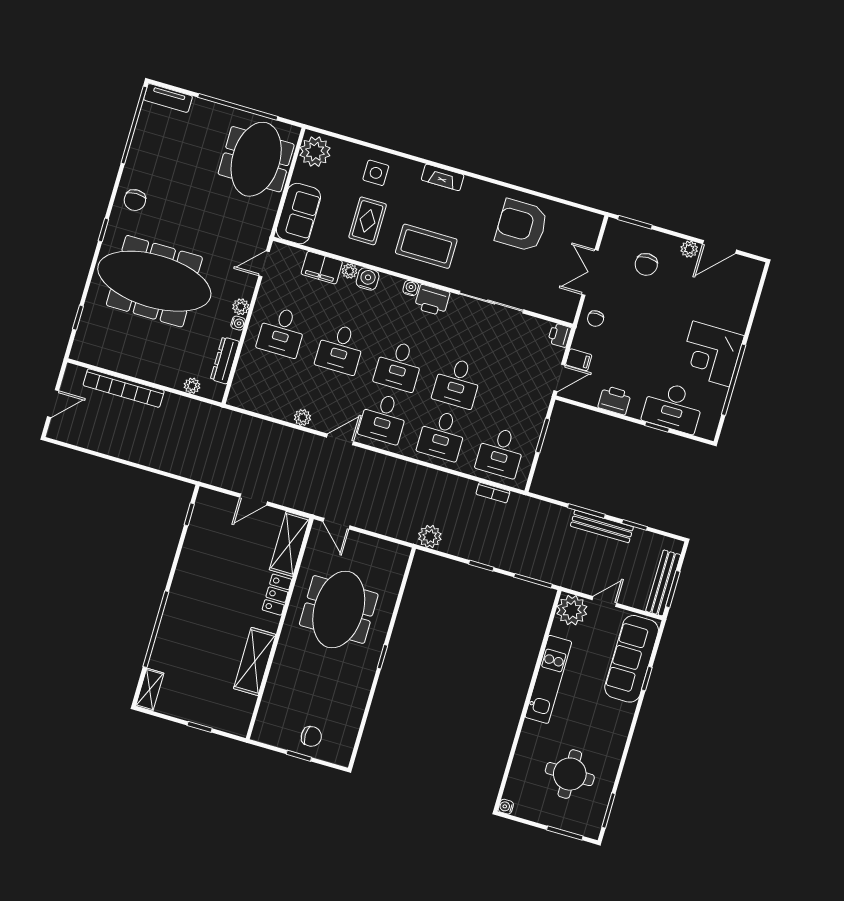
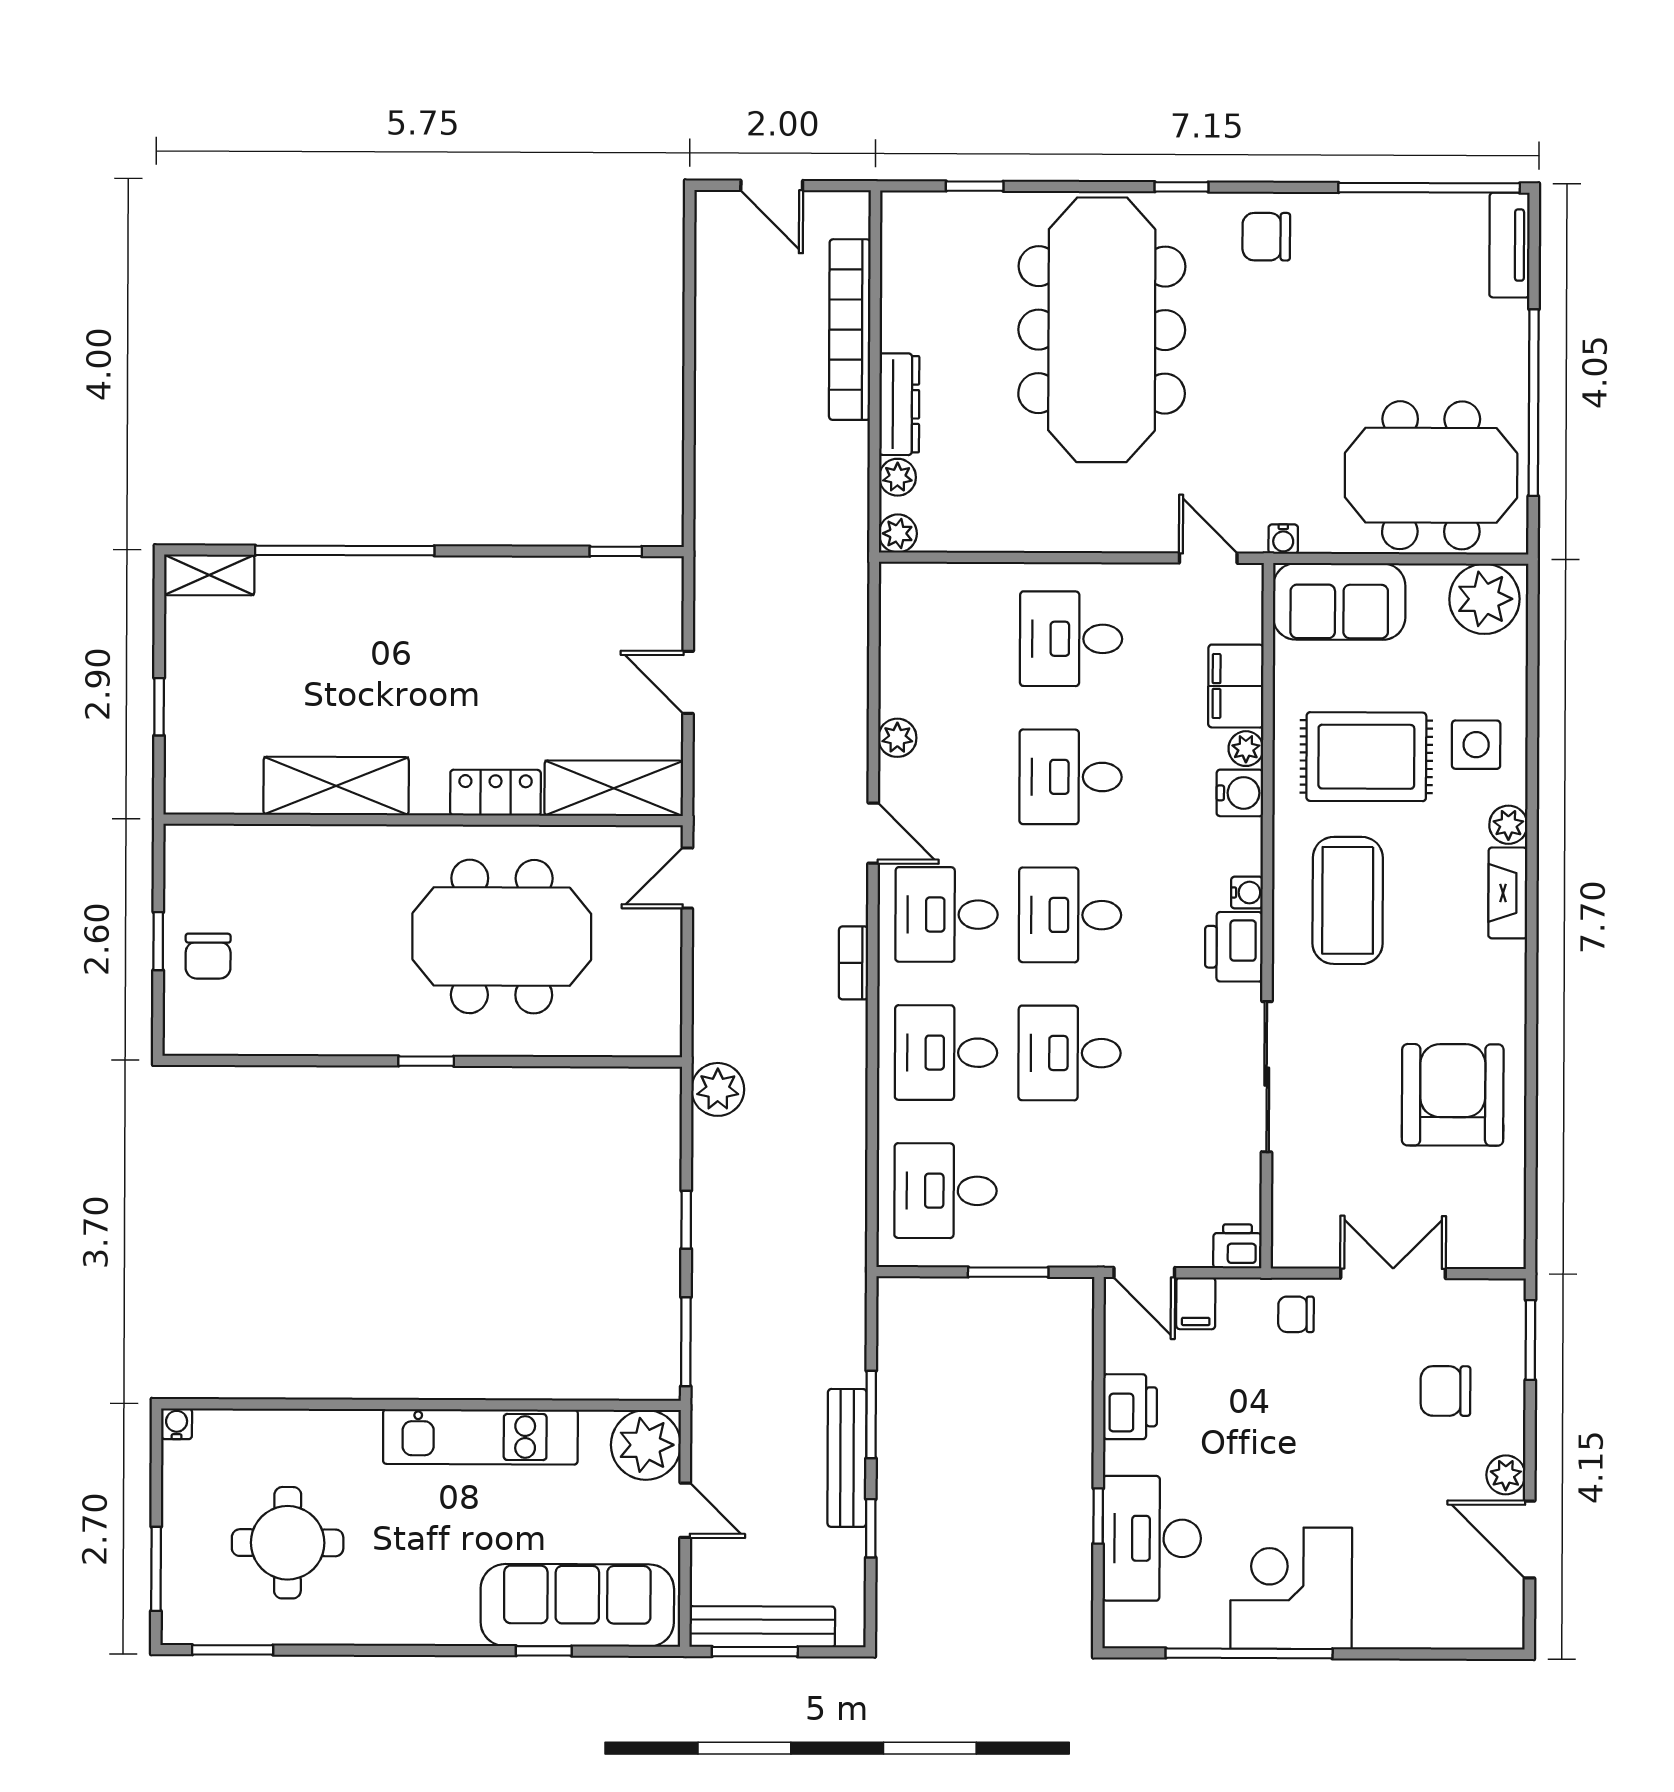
plant: (414, 169) -> (1508, 825), added
rug: (368, 221) -> (1366, 757), width x1.36, depth x1.43
plant: (241, 307) -> (898, 533), moved
water cooler: (238, 323) -> (1283, 539), moved
dresser: (225, 360) -> (899, 404), moved, turned 90
bookcase: (493, 493) -> (853, 963), moved

